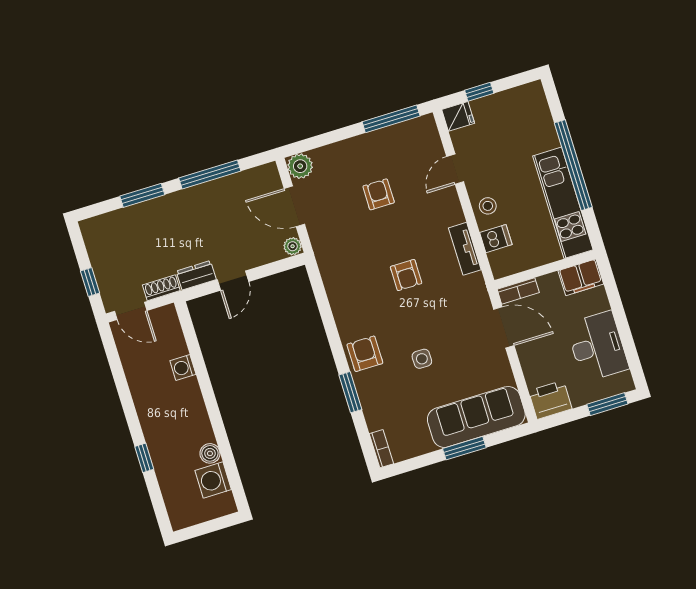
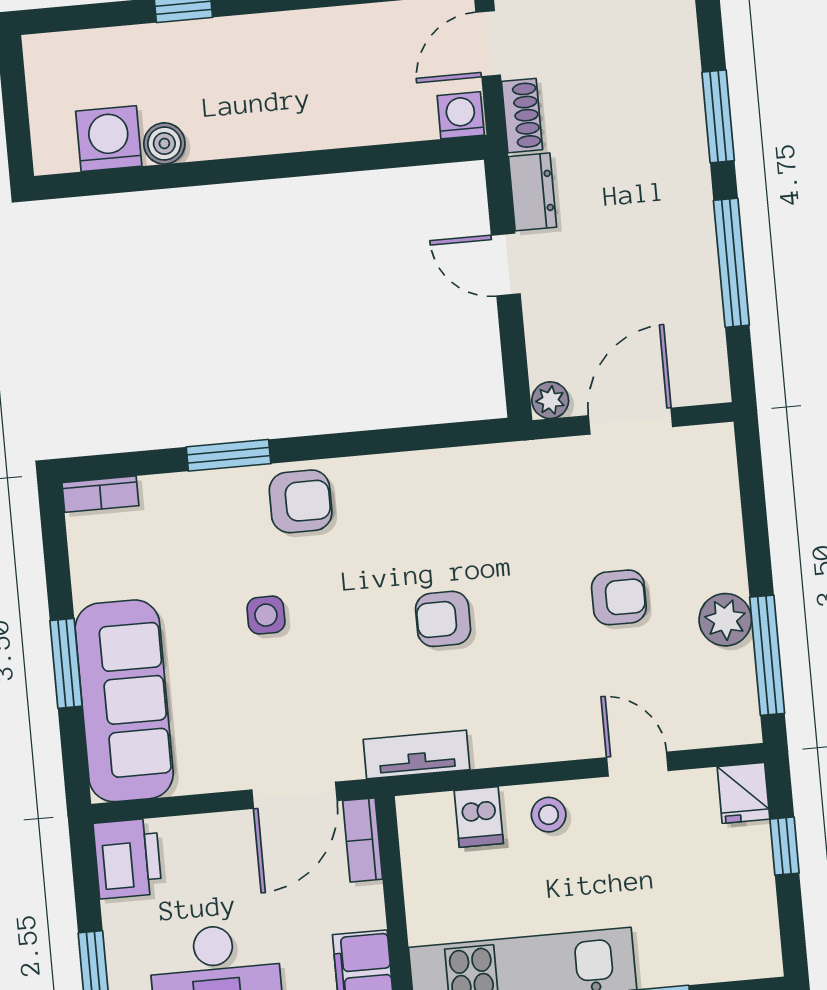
plant: (300, 166) -> (725, 620), moved
tv unit: (465, 249) -> (417, 754), moved
washing machine: (183, 368) -> (461, 115), moved

